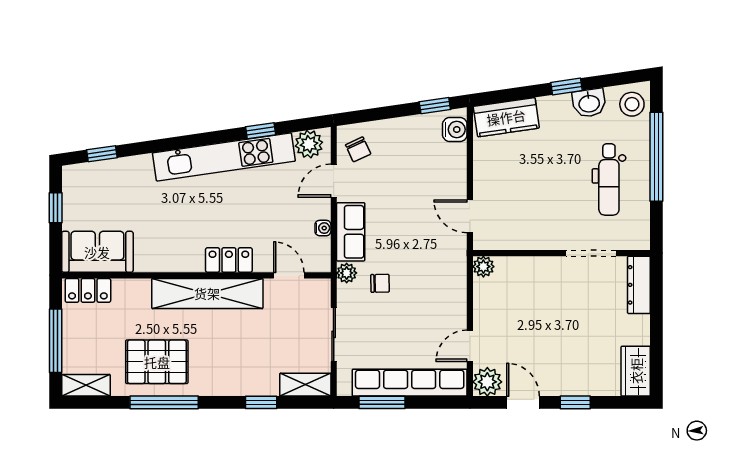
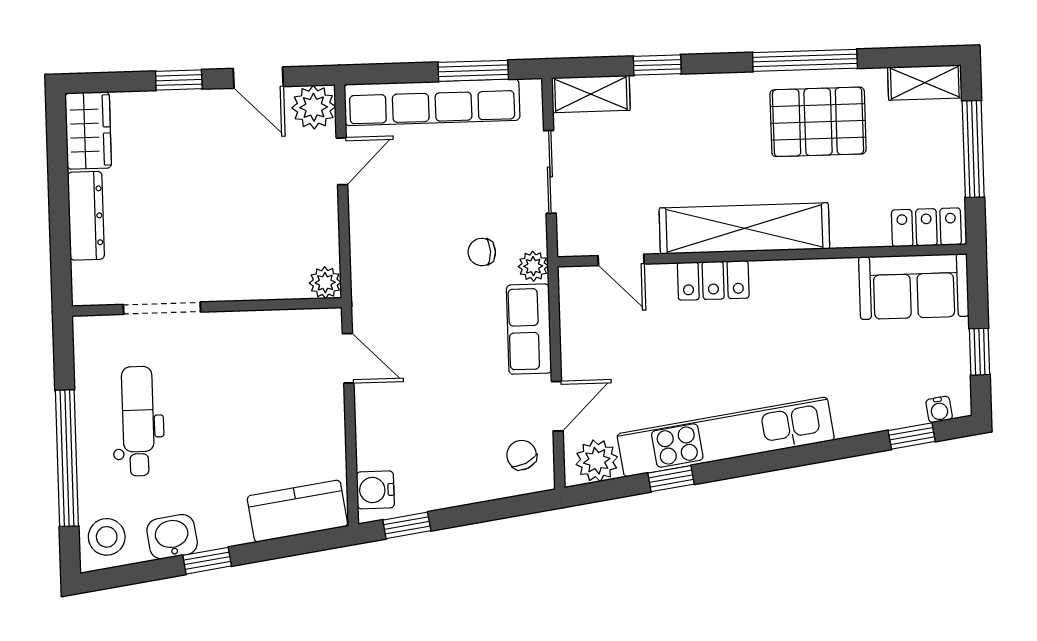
water cooler: (323, 228) -> (939, 409), moved, turned -98
dresser: (639, 285) -> (86, 216), moved

